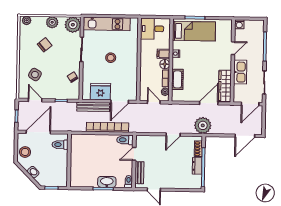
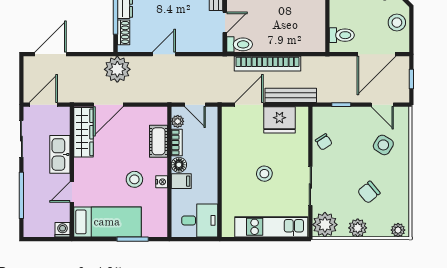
bed: (194, 31) -> (107, 222), moved, turned 180
stool: (193, 55) -> (134, 179), added

